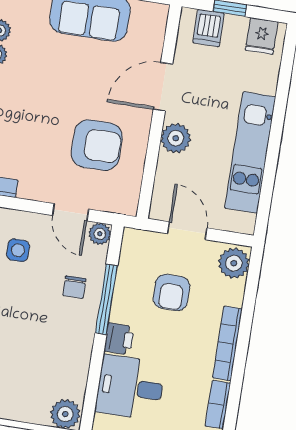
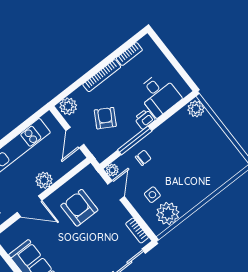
armchair: (171, 292) -> (105, 118), turned -60

